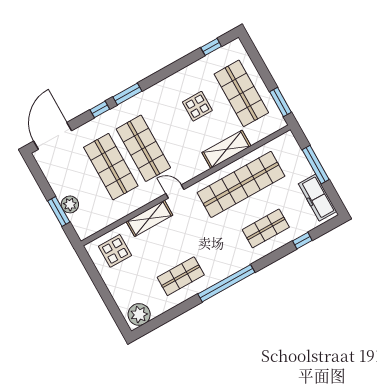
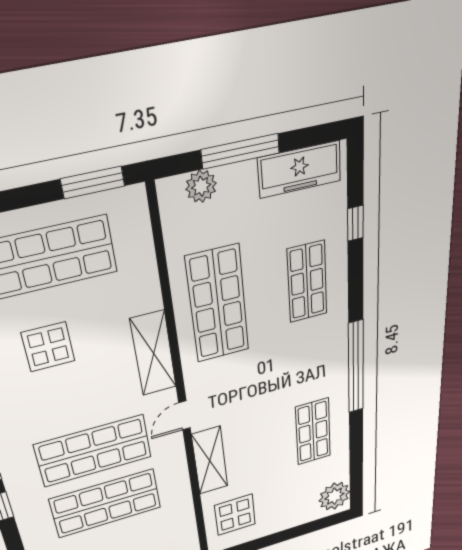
shelving: (226, 149) -> (154, 353), moved
plant: (295, 152) -> (201, 186), added
shop shelf: (241, 184) -> (218, 304), width x0.71

